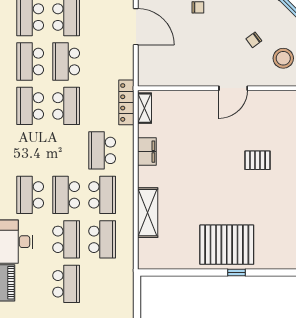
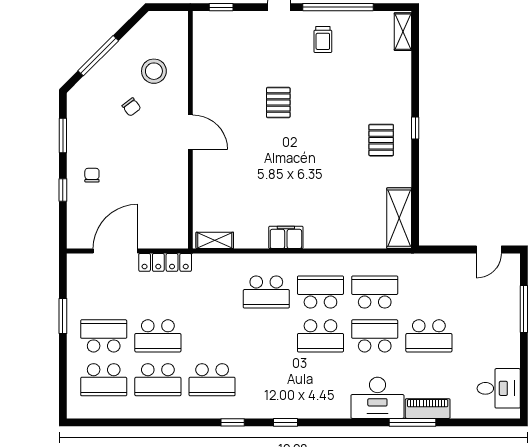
locker: (126, 102) -> (165, 262), moved
school desk: (66, 106) -> (212, 336), removed
filing cabinet: (147, 152) -> (286, 237), moved
school desk: (30, 195) -> (320, 380), removed
shelving: (148, 213) -> (399, 218), moved, turned 90
pallet: (227, 245) -> (381, 140), width x0.49, depth x0.50
school desk: (66, 284) -> (429, 336), turned 180

